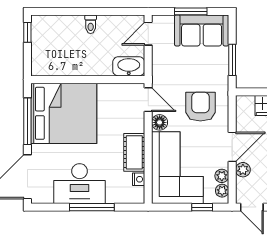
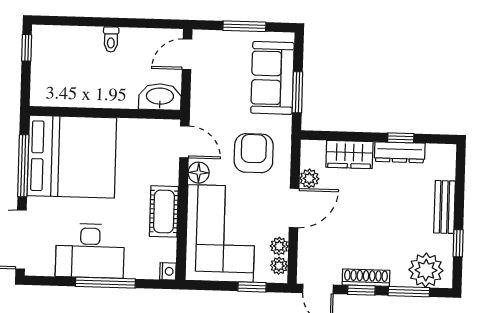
sofa: (202, 30) -> (272, 78), moved, turned 90
plant: (243, 170) -> (309, 178), moved
nightstand: (139, 179) -> (168, 271), moved

